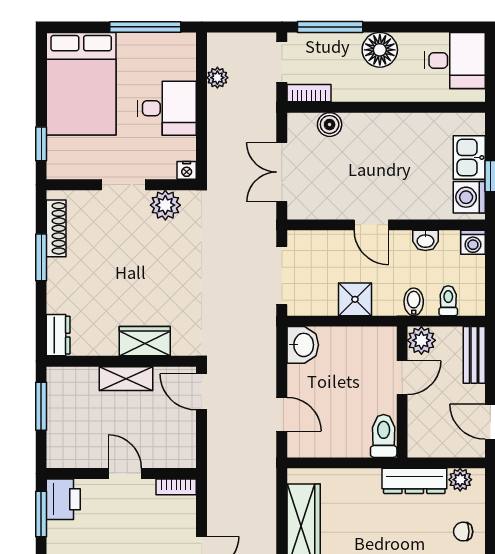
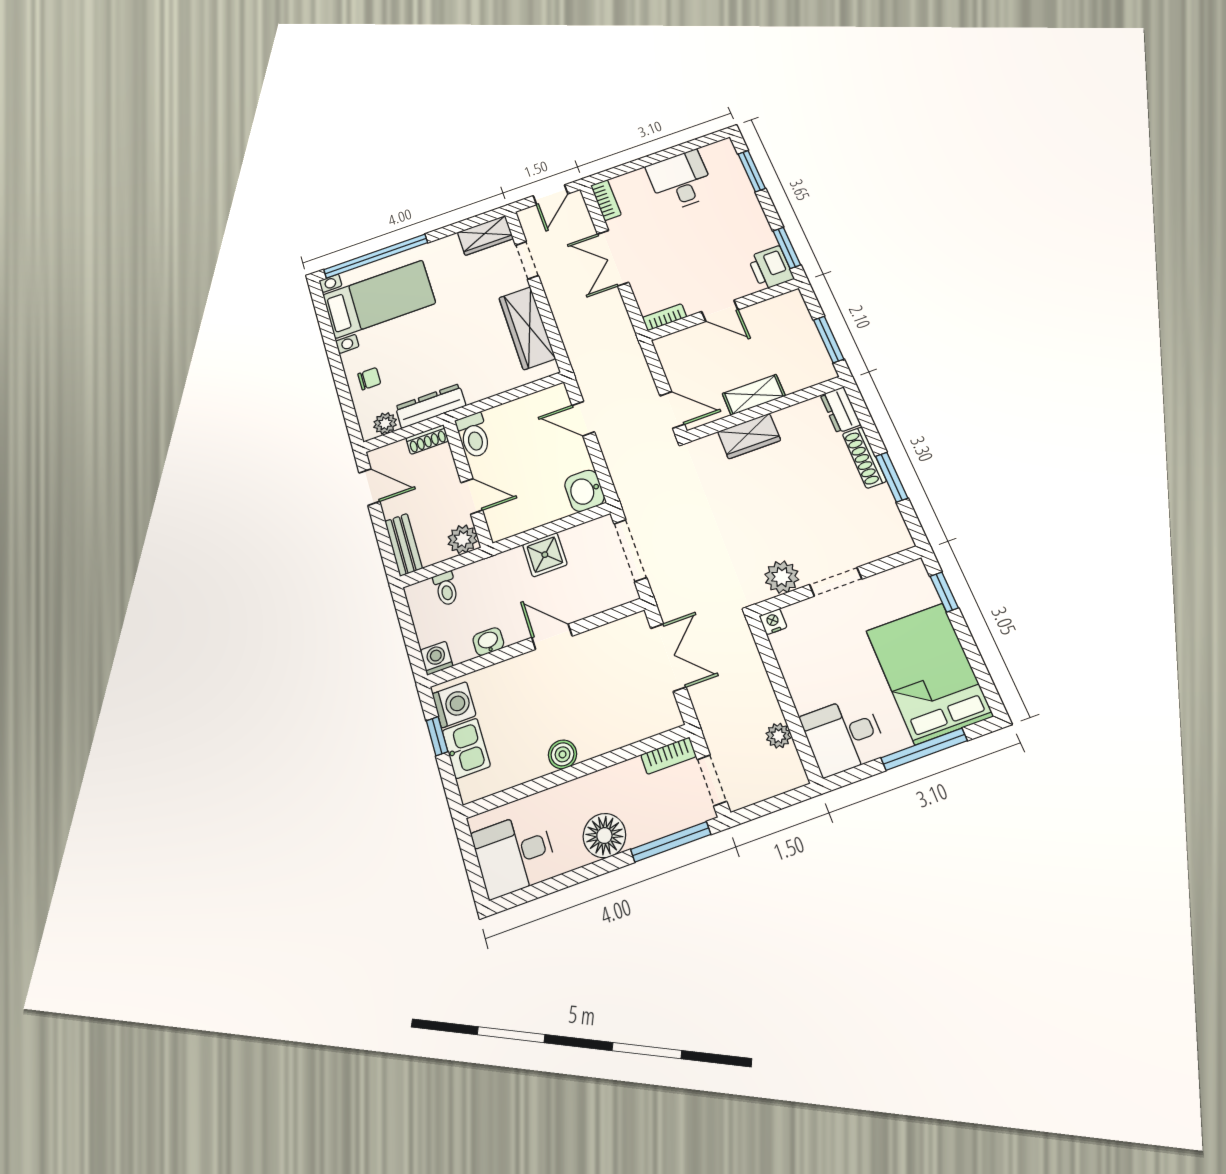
window: (145, 27) -> (924, 749), moved
desk: (167, 108) -> (844, 736), moved
boiler: (330, 125) -> (563, 754), moved
shoe rack: (56, 228) -> (864, 457), moved
bidet: (414, 302) -> (482, 574), removed
door: (402, 378) -> (472, 496), swing flipped
shoe rack: (426, 448) -> (427, 440), added

